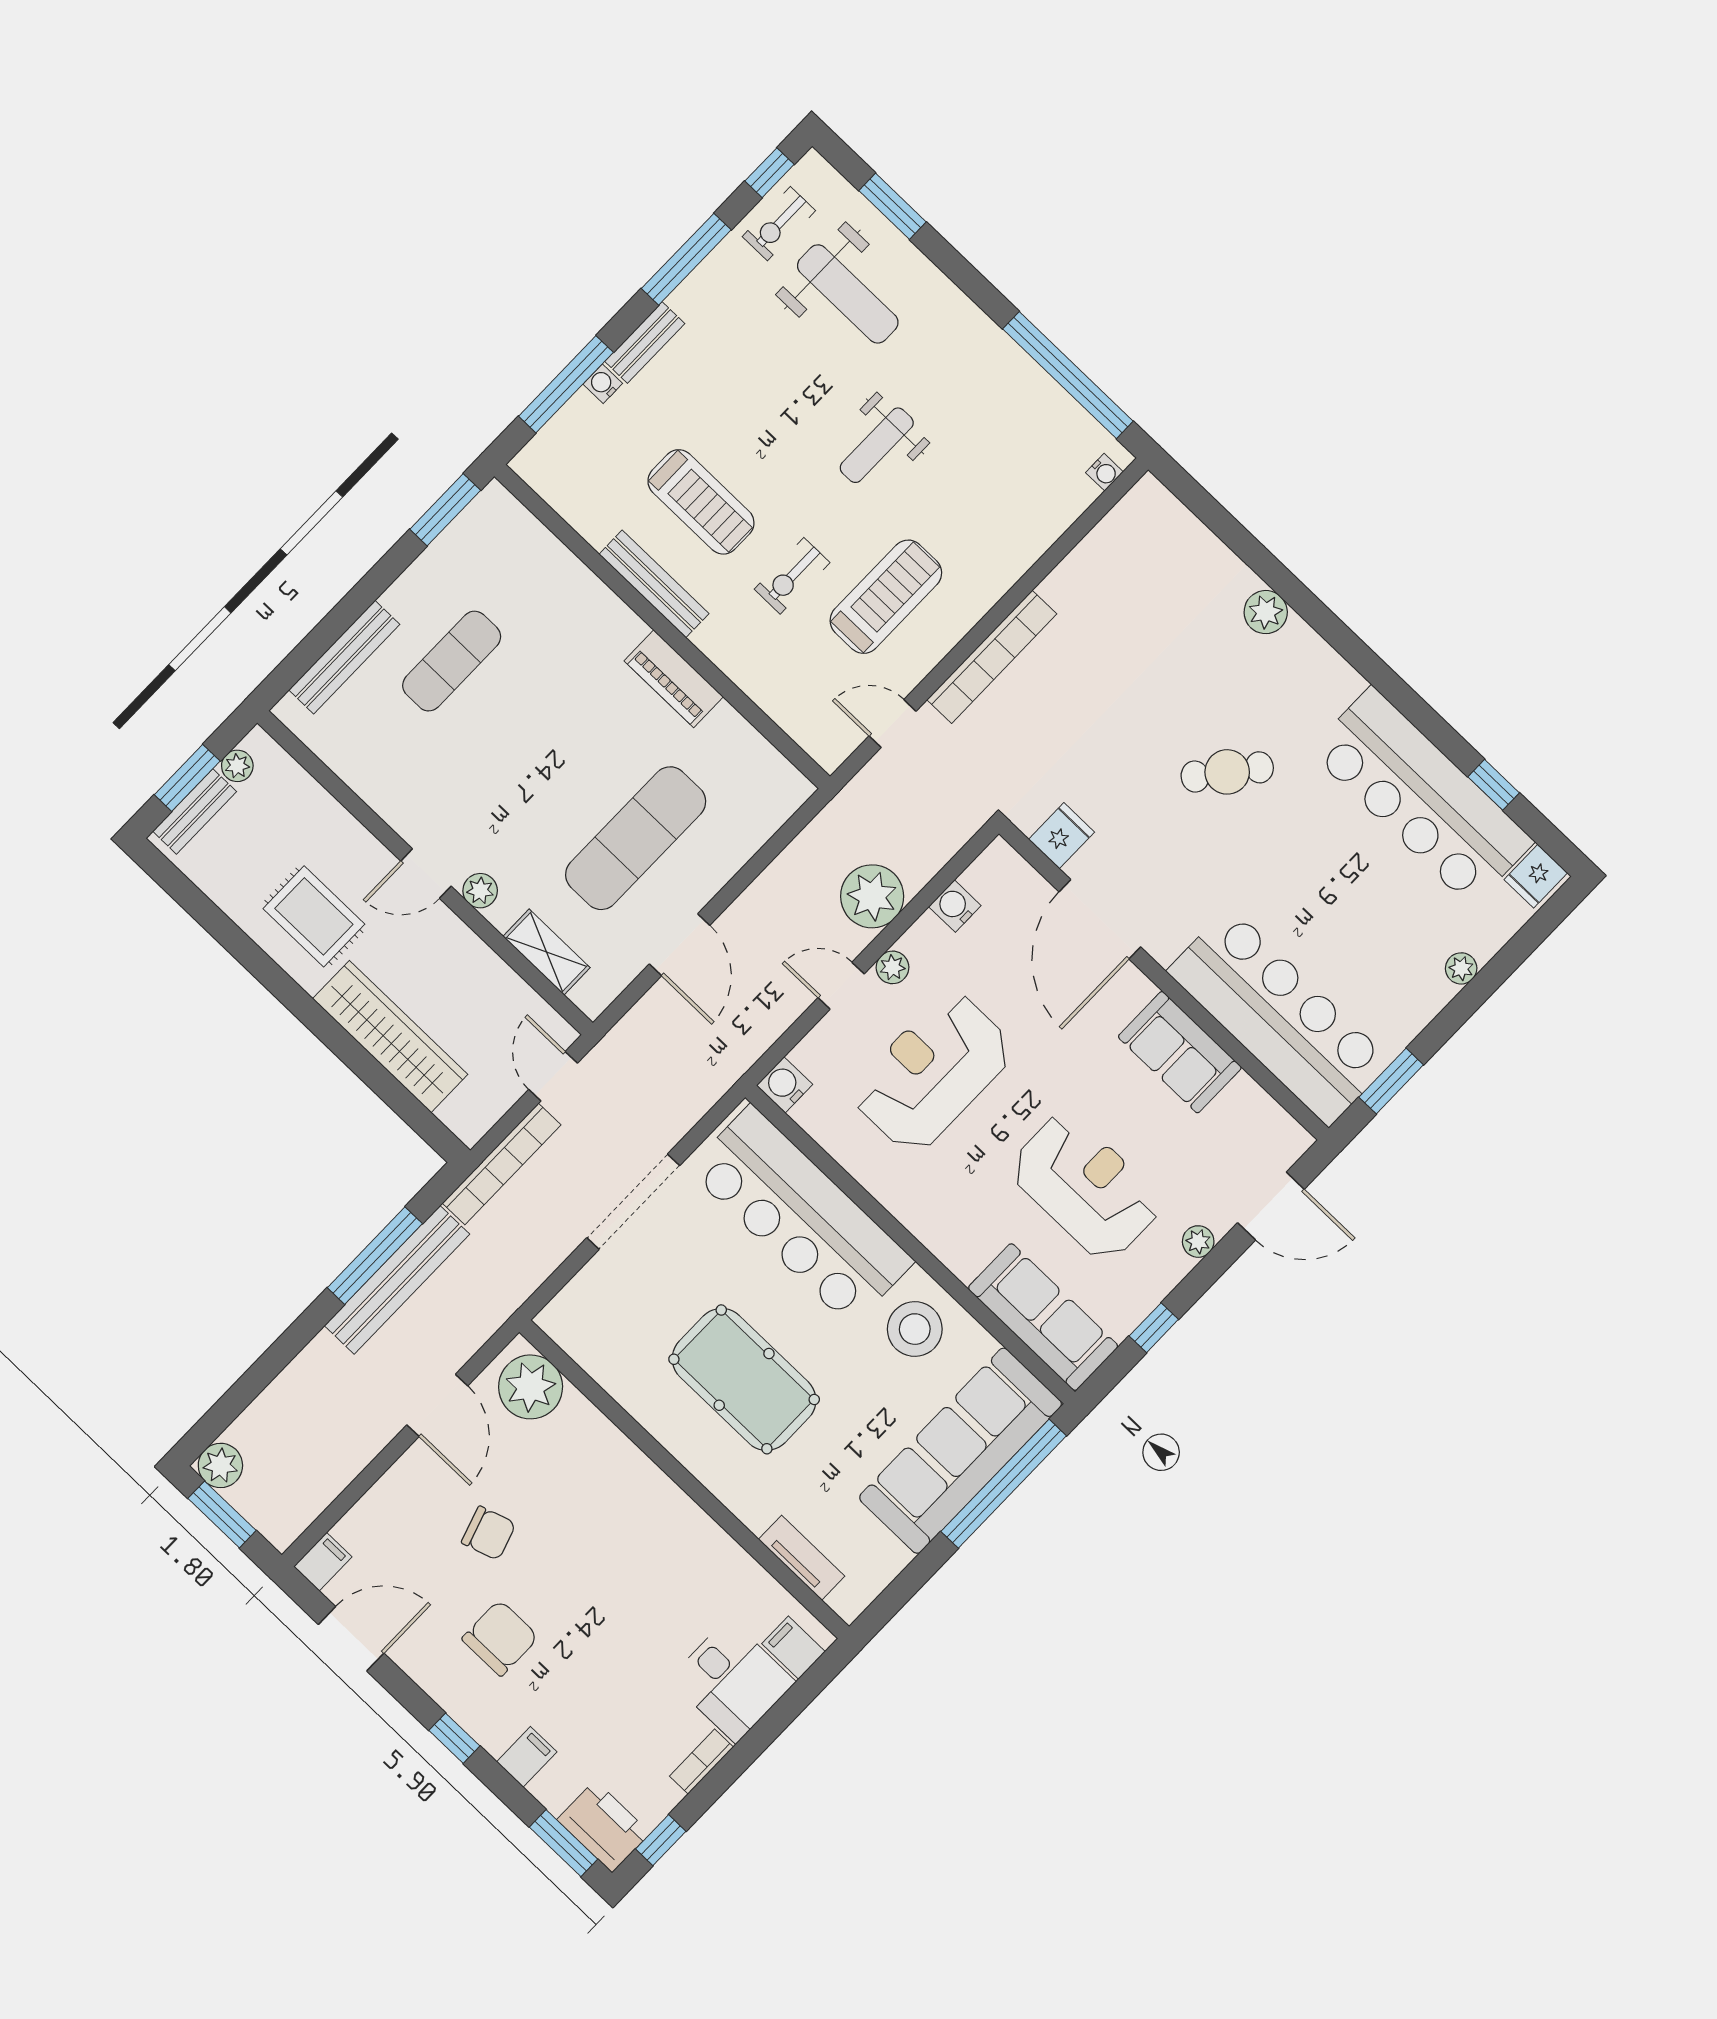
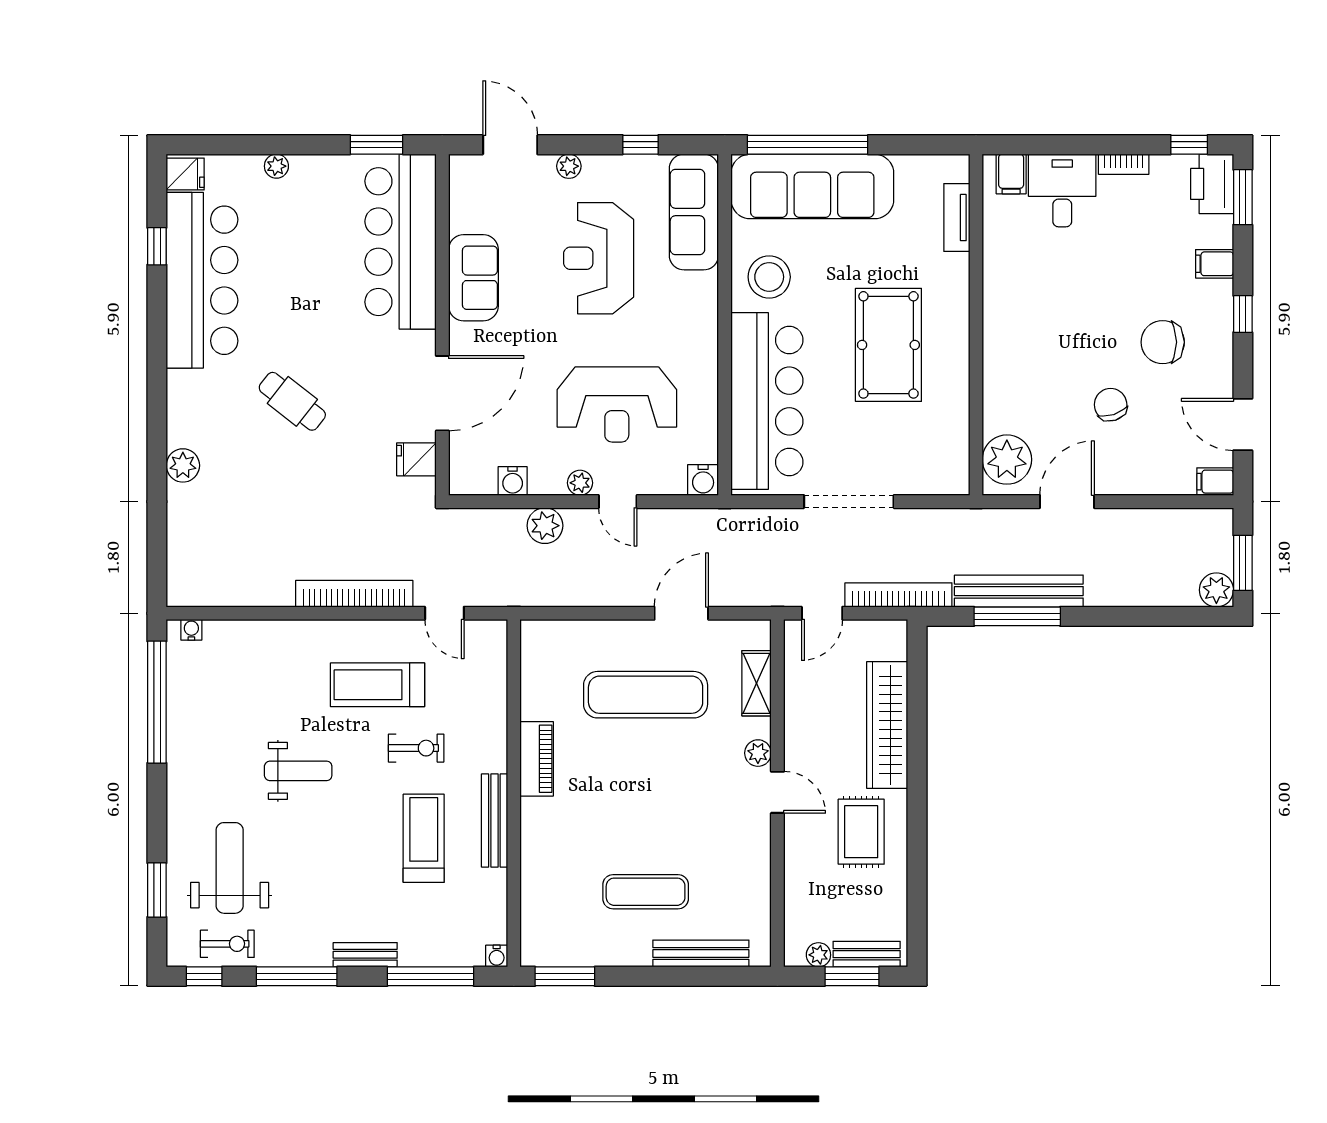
water cooler: (603, 384) -> (497, 956), moved
plant: (872, 896) -> (545, 526), width x0.73, depth x0.73

